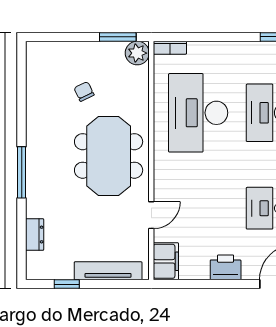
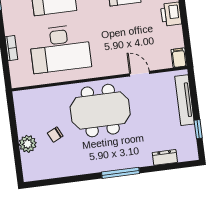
window: (118, 37) -> (12, 115), removed
bookcase: (170, 48) -> (11, 48), moved
plant: (137, 53) -> (28, 144), moved
filing cabinet: (166, 261) -> (179, 58), width x0.50

